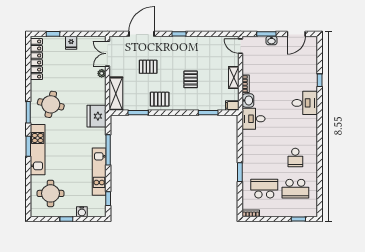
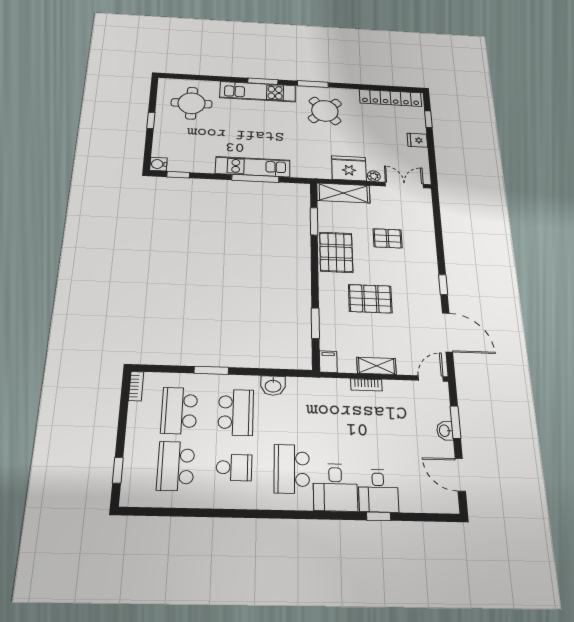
door: (141, 34) -> (447, 332), moved
pallet: (148, 67) -> (388, 238), turned 90
pallet: (191, 79) -> (370, 299), width x1.50, depth x1.42
pallet: (160, 99) -> (336, 252), width x1.50, depth x1.42
washbasin: (248, 100) -> (273, 386), moved
round table: (51, 104) -> (325, 111), turned 35
fridge: (96, 116) -> (349, 168), moved
desk: (254, 119) -> (378, 491), moved, turned 180
school desk: (295, 126) -> (292, 469), added
school desk: (264, 158) -> (236, 412), added
school desk: (295, 158) -> (234, 467), turned 180
kitchen unit: (99, 172) -> (253, 167), moved
school desk: (264, 189) -> (179, 411), turned 180
water cooler: (82, 212) -> (158, 164), moved

